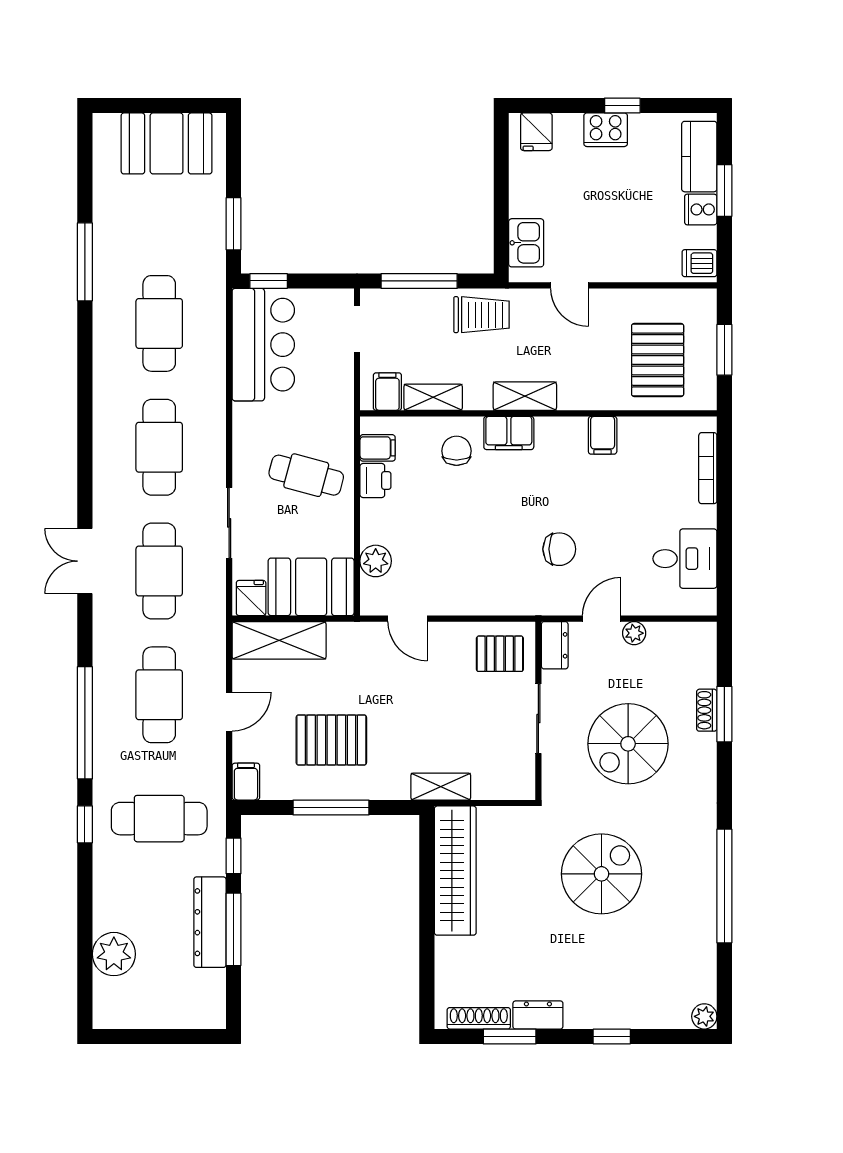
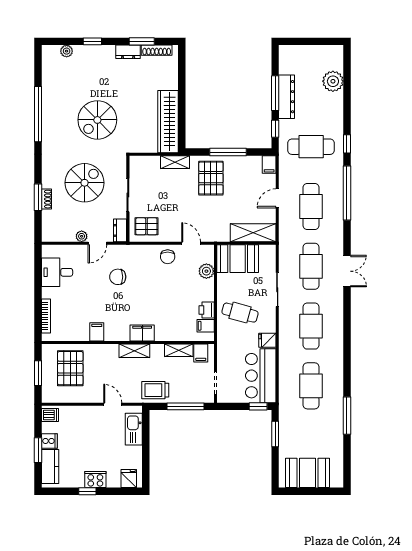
kitchen sink: (526, 243) -> (134, 429), width x1.38
chair: (457, 451) -> (168, 257), moved
fridge: (251, 598) -> (267, 340), moved, turned 90
pallet: (331, 740) -> (211, 178), moved, turned 90
plant: (704, 1016) -> (67, 51), moved

